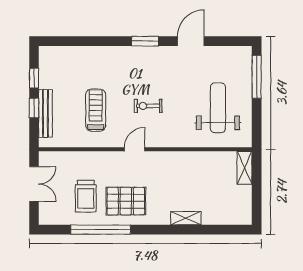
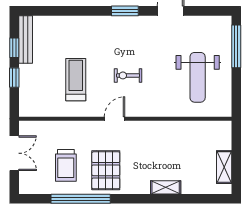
weight bench: (218, 108) -> (198, 77), turned 180
bench: (45, 113) -> (26, 39), moved
shelving: (245, 168) -> (224, 167), moved
pallet: (126, 201) -> (106, 170), turned 90

